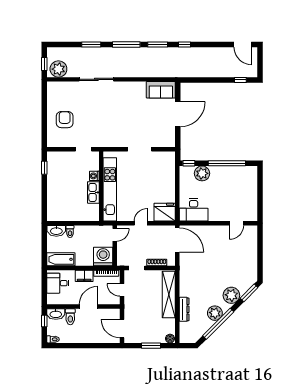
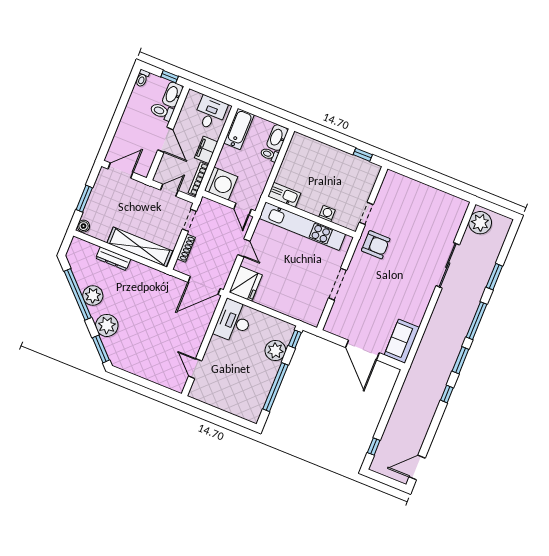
window: (44, 64) -> (494, 207), removed
armchair: (65, 120) -> (376, 245), moved
kitchen sink: (93, 192) -> (284, 195), moved

